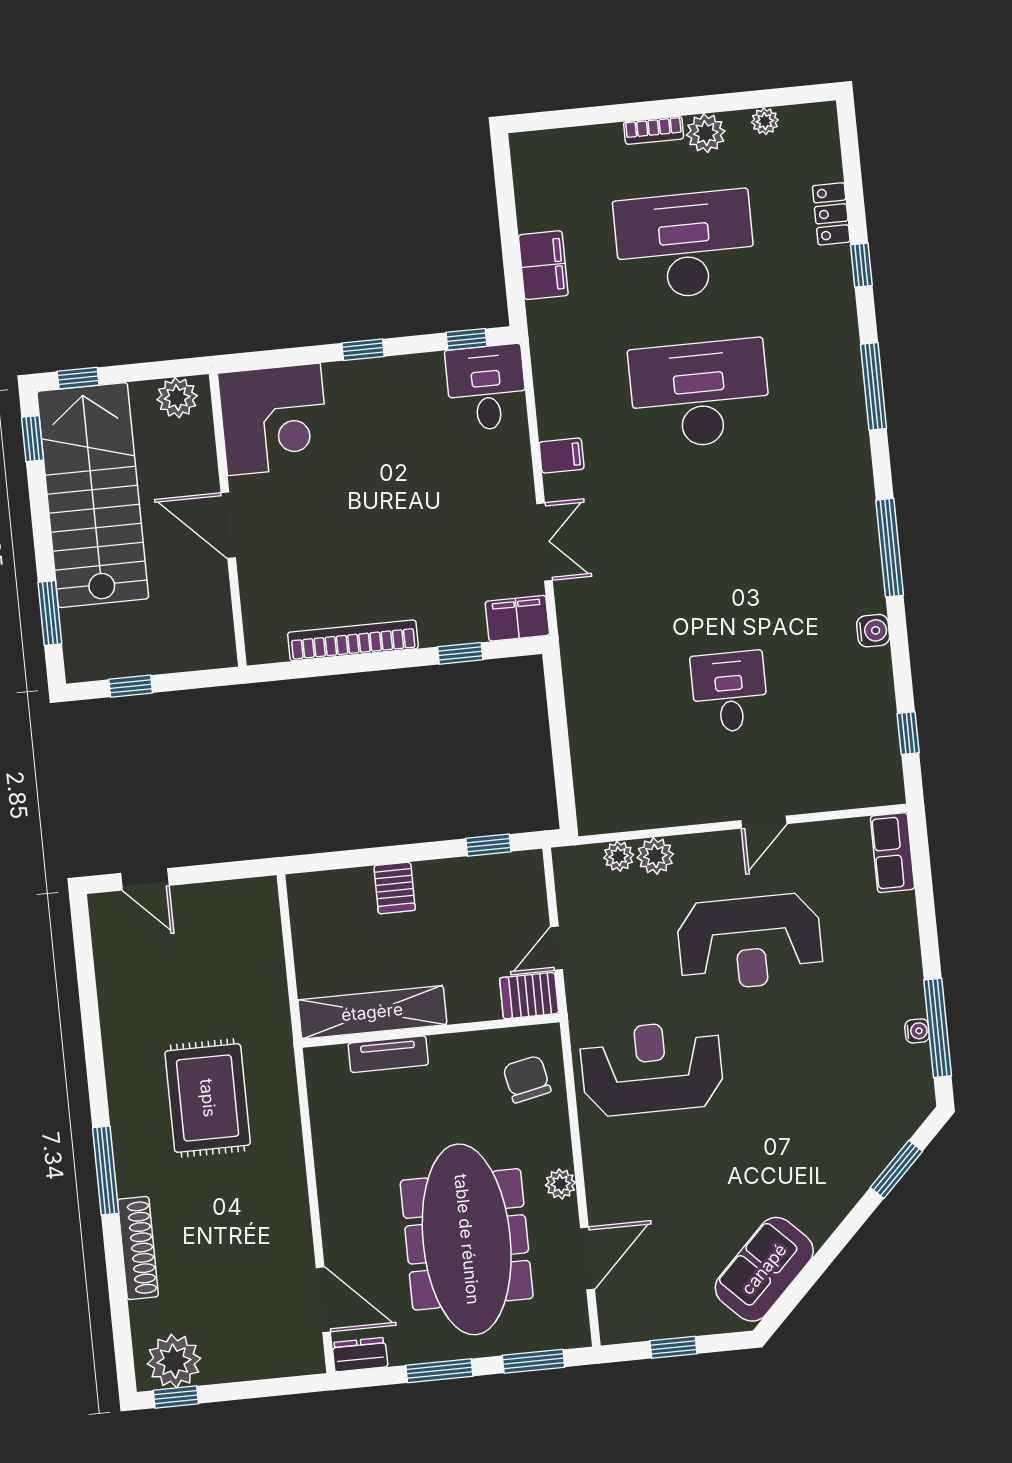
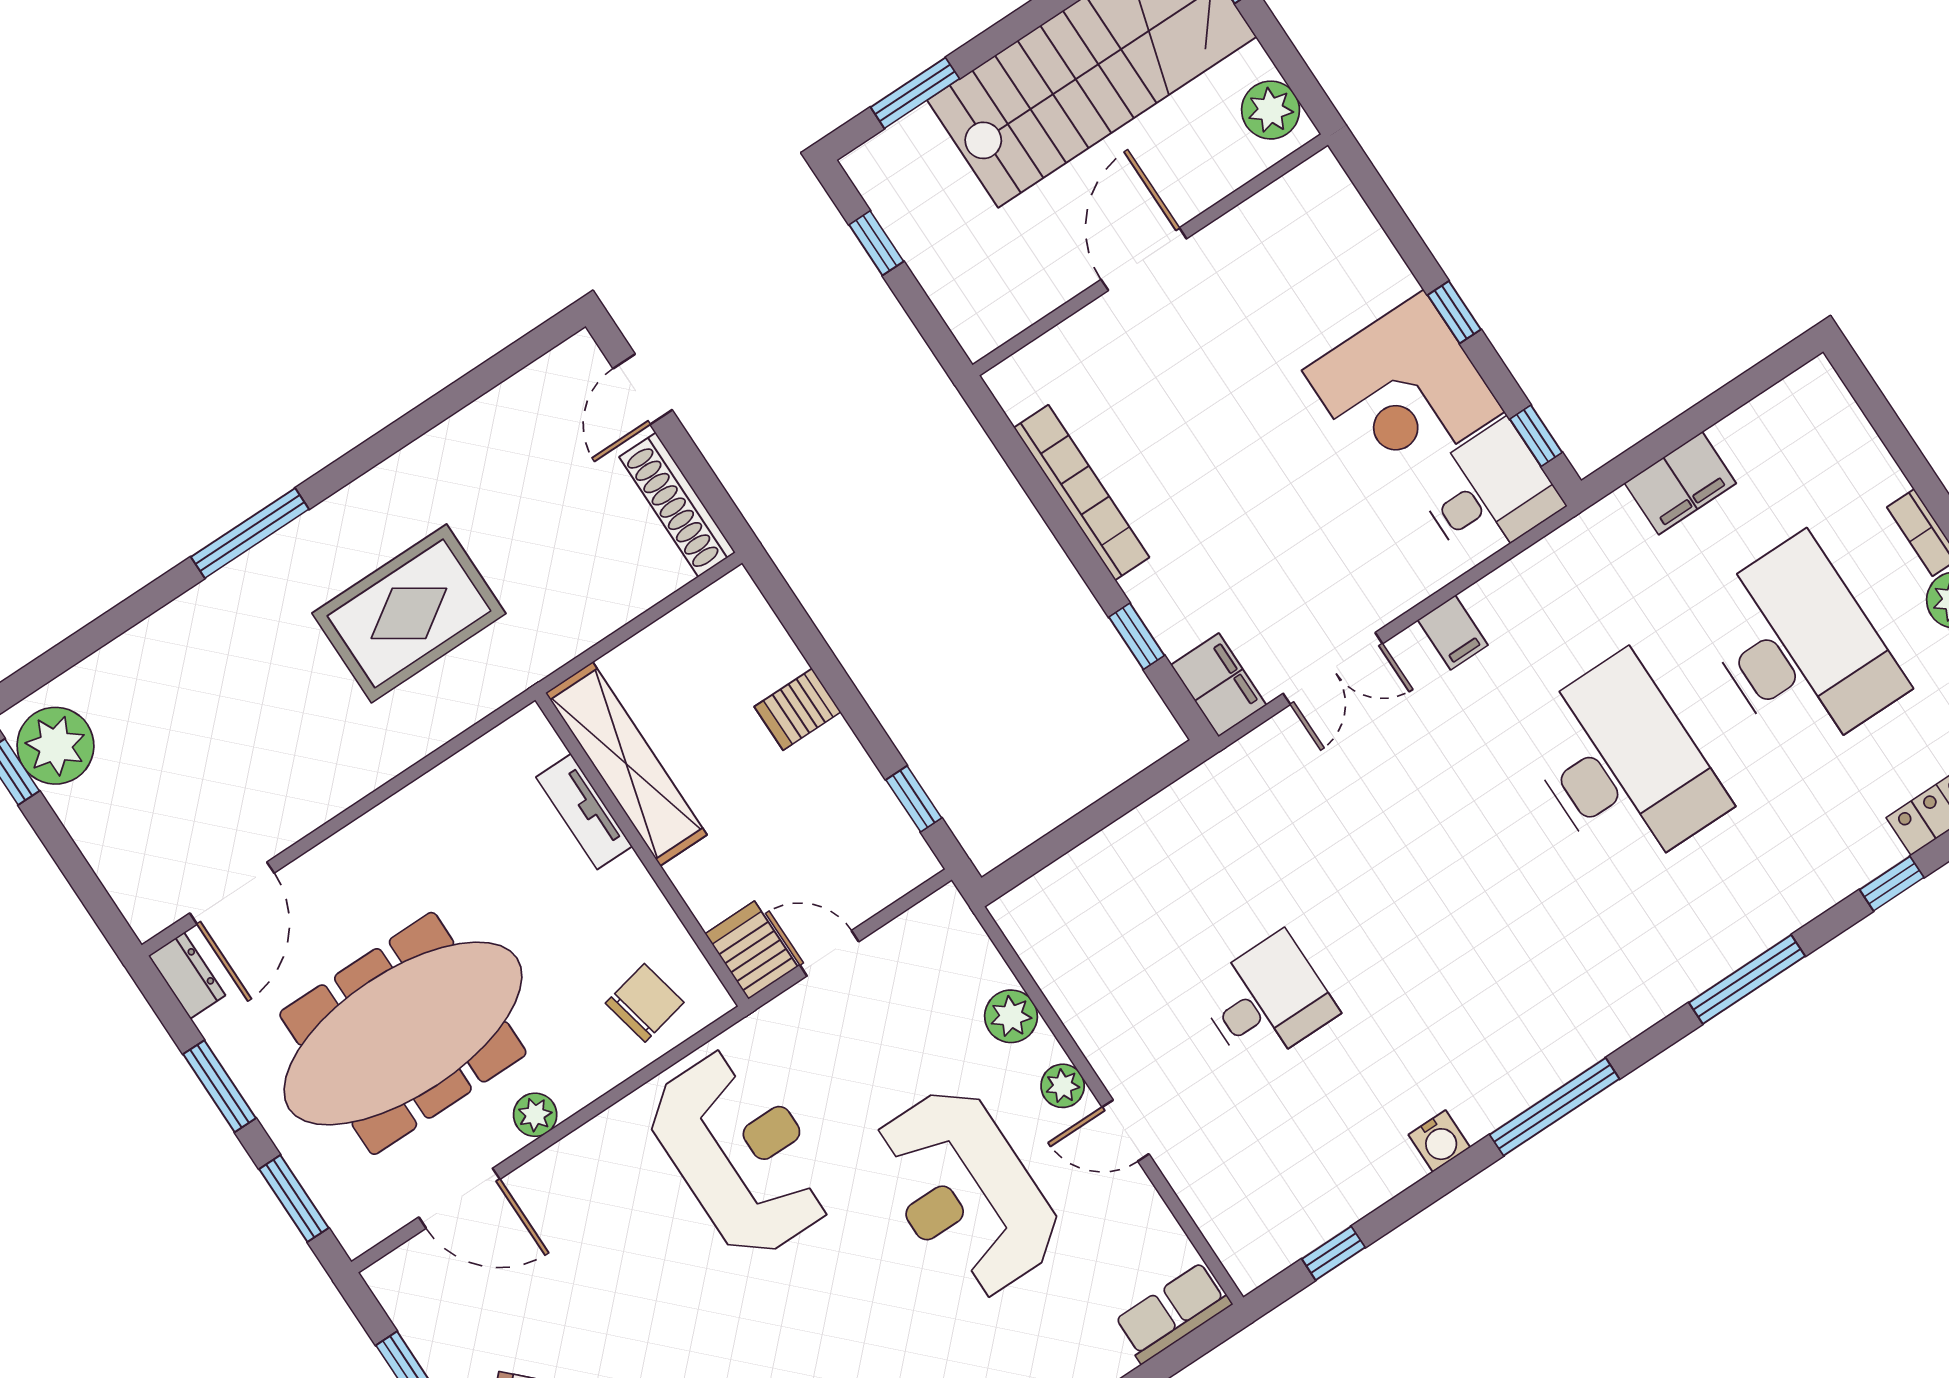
corner desk: (274, 419) -> (1403, 391), moved
plant: (619, 856) -> (1063, 1086), moved
shoe rack: (138, 1248) -> (677, 505), moved, turned 90

